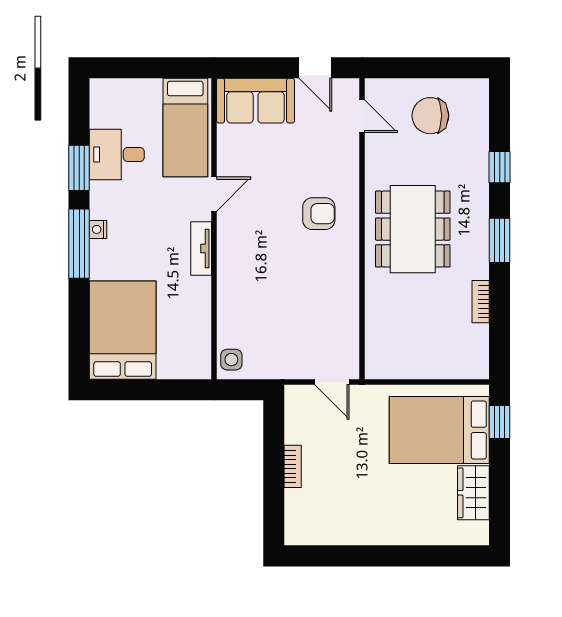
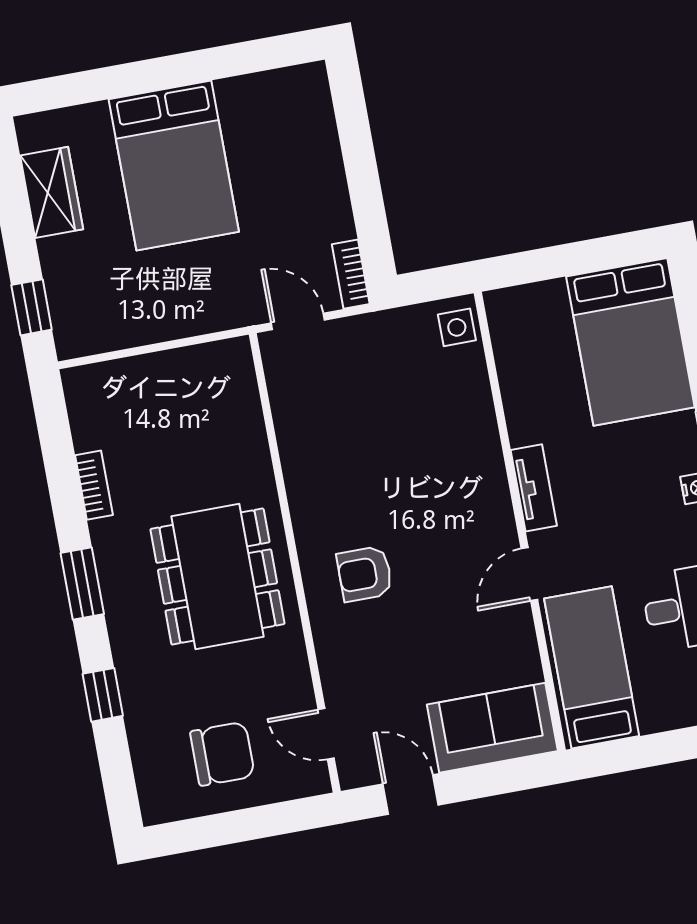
bed: (439, 430) -> (174, 166), moved, turned 90
bookcase: (293, 466) -> (351, 274), moved

